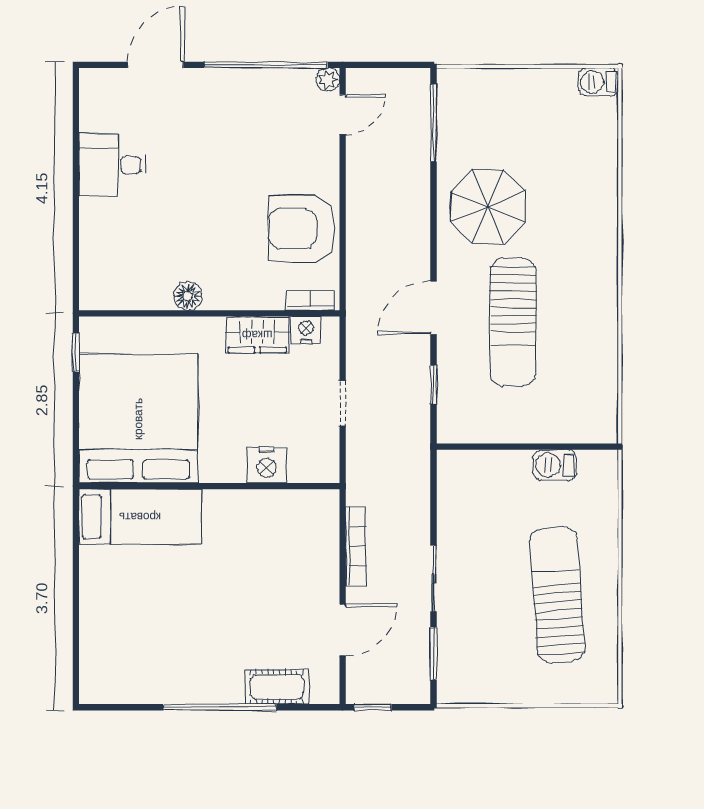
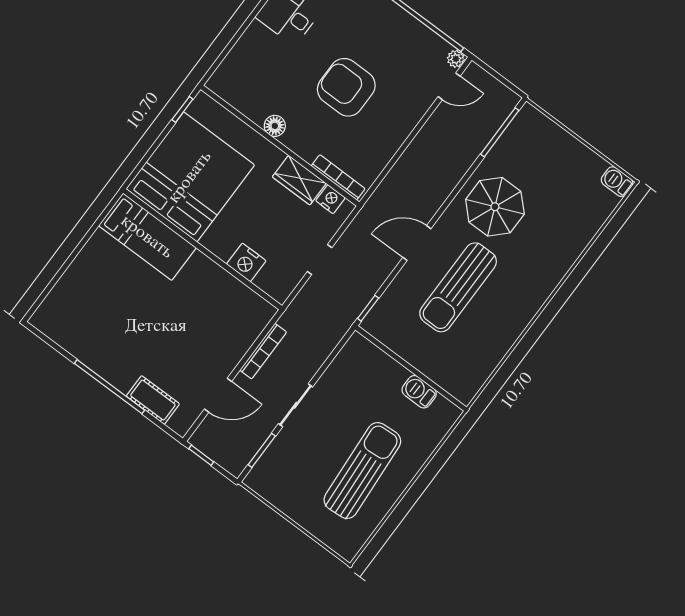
armchair: (302, 229) -> (346, 87), moved
bookcase: (310, 301) -> (338, 177), width x1.56
window: (433, 384) -> (368, 308), moved

